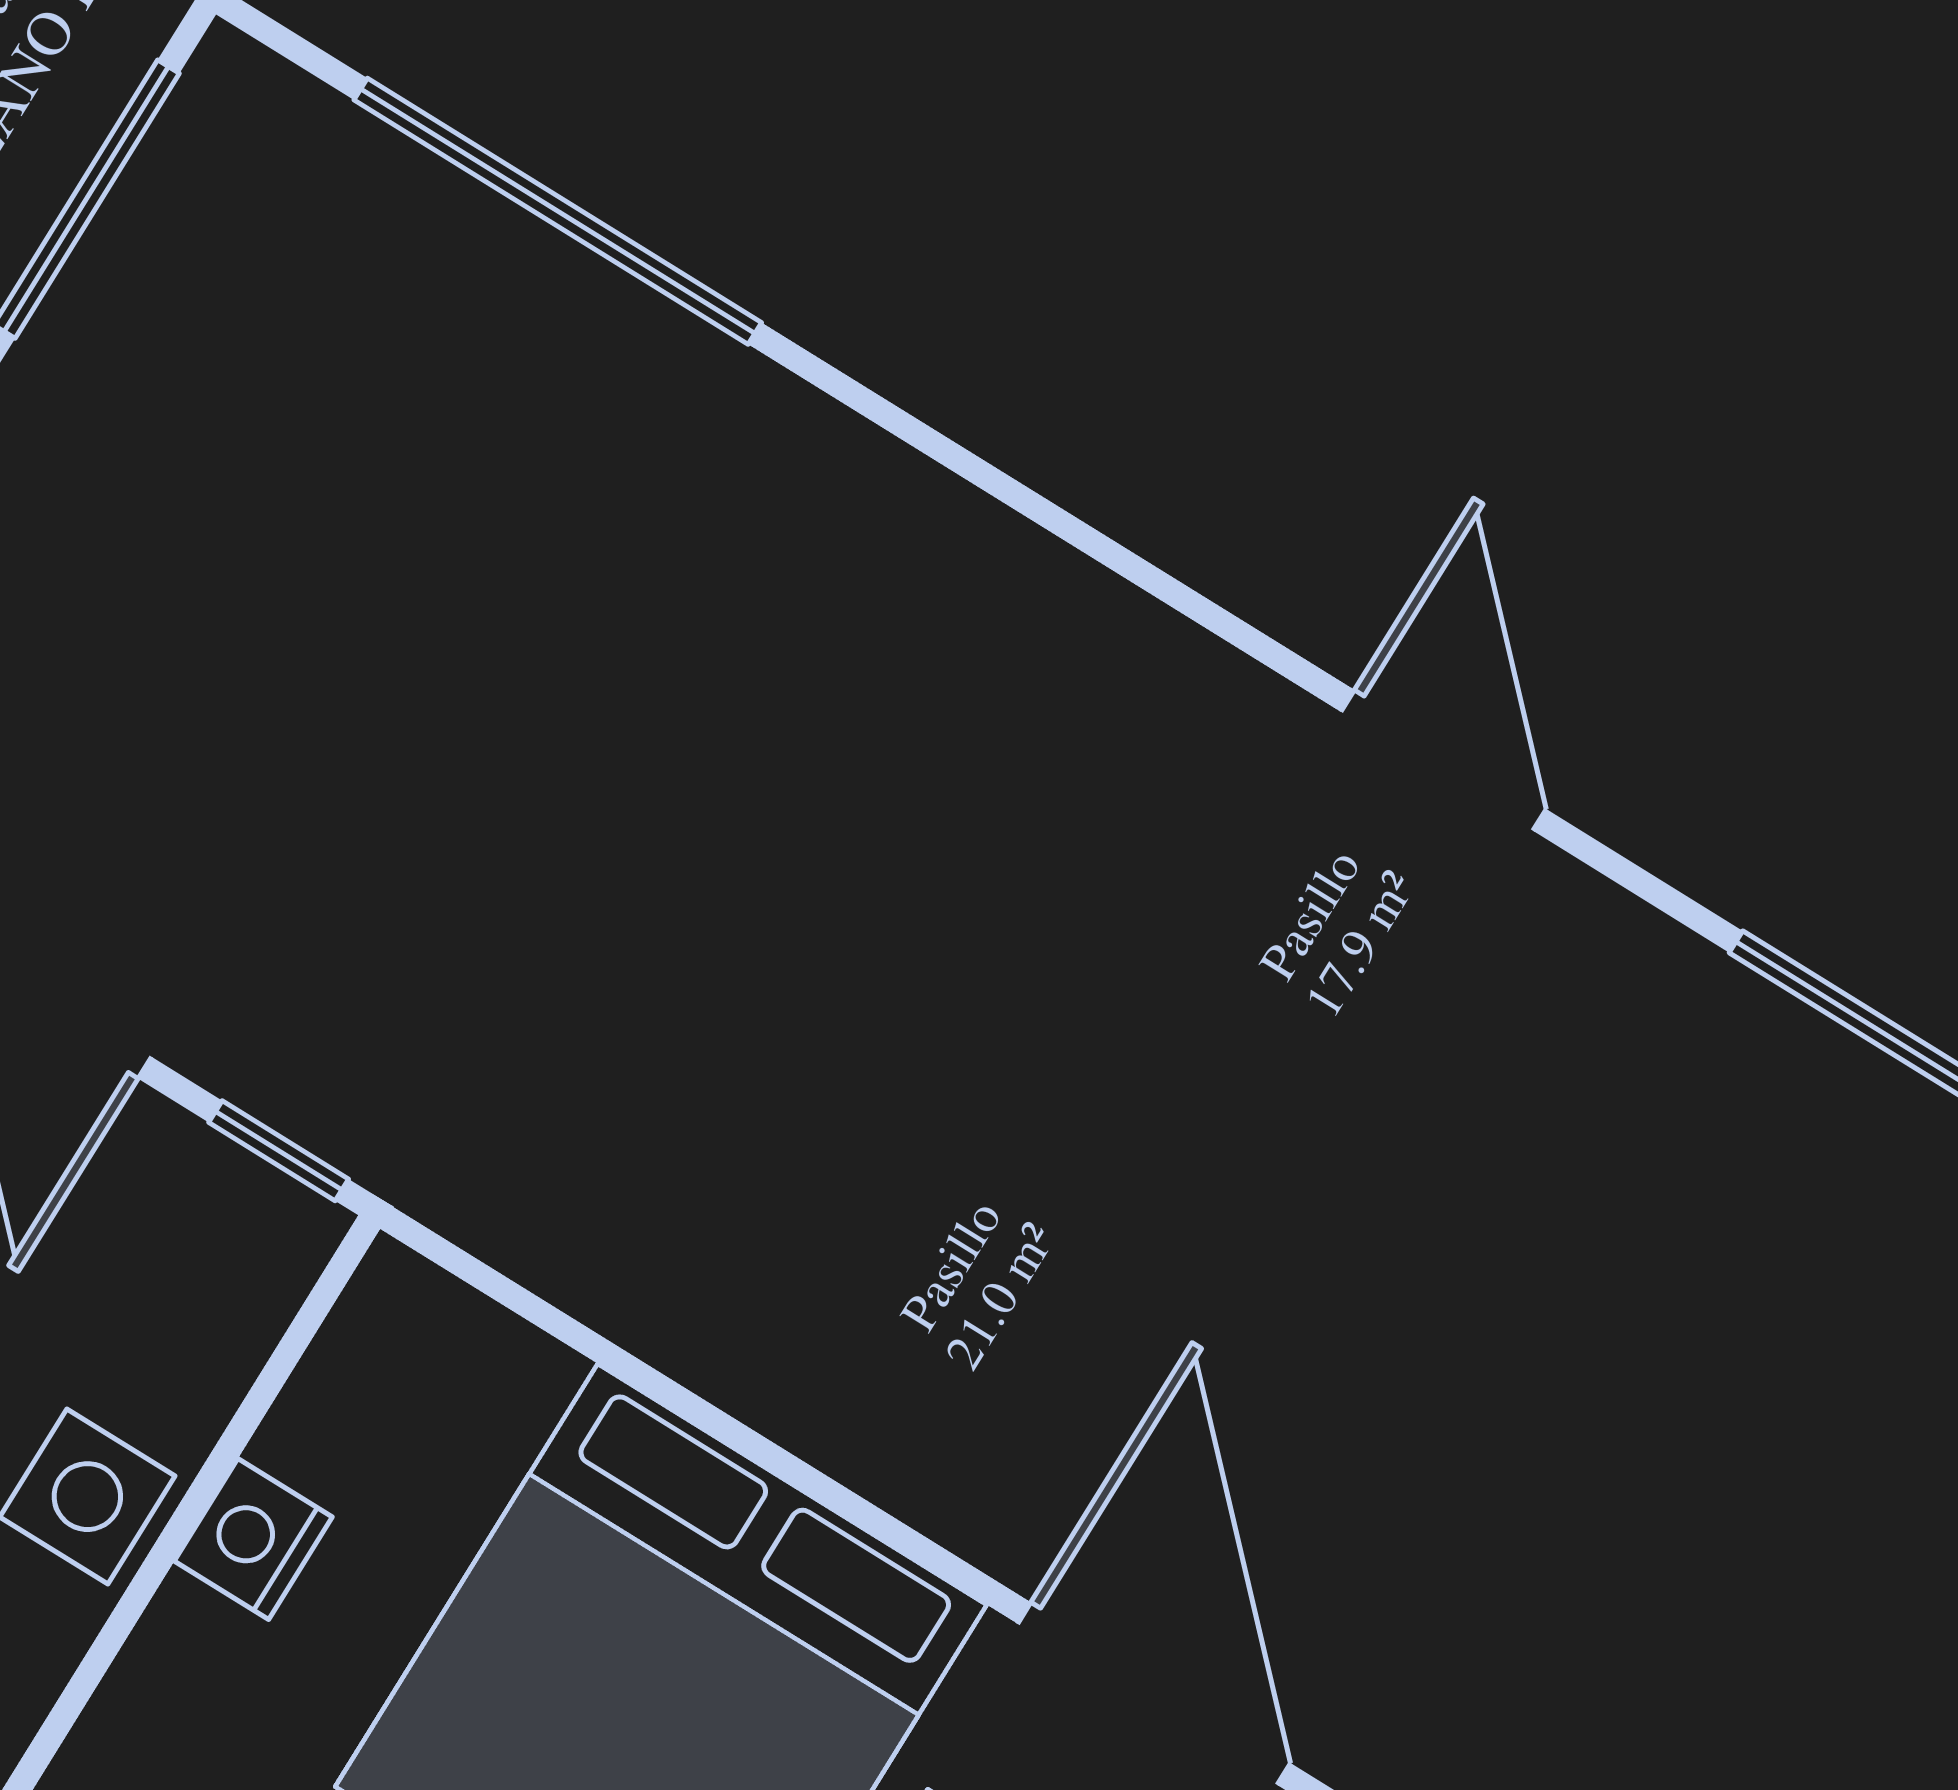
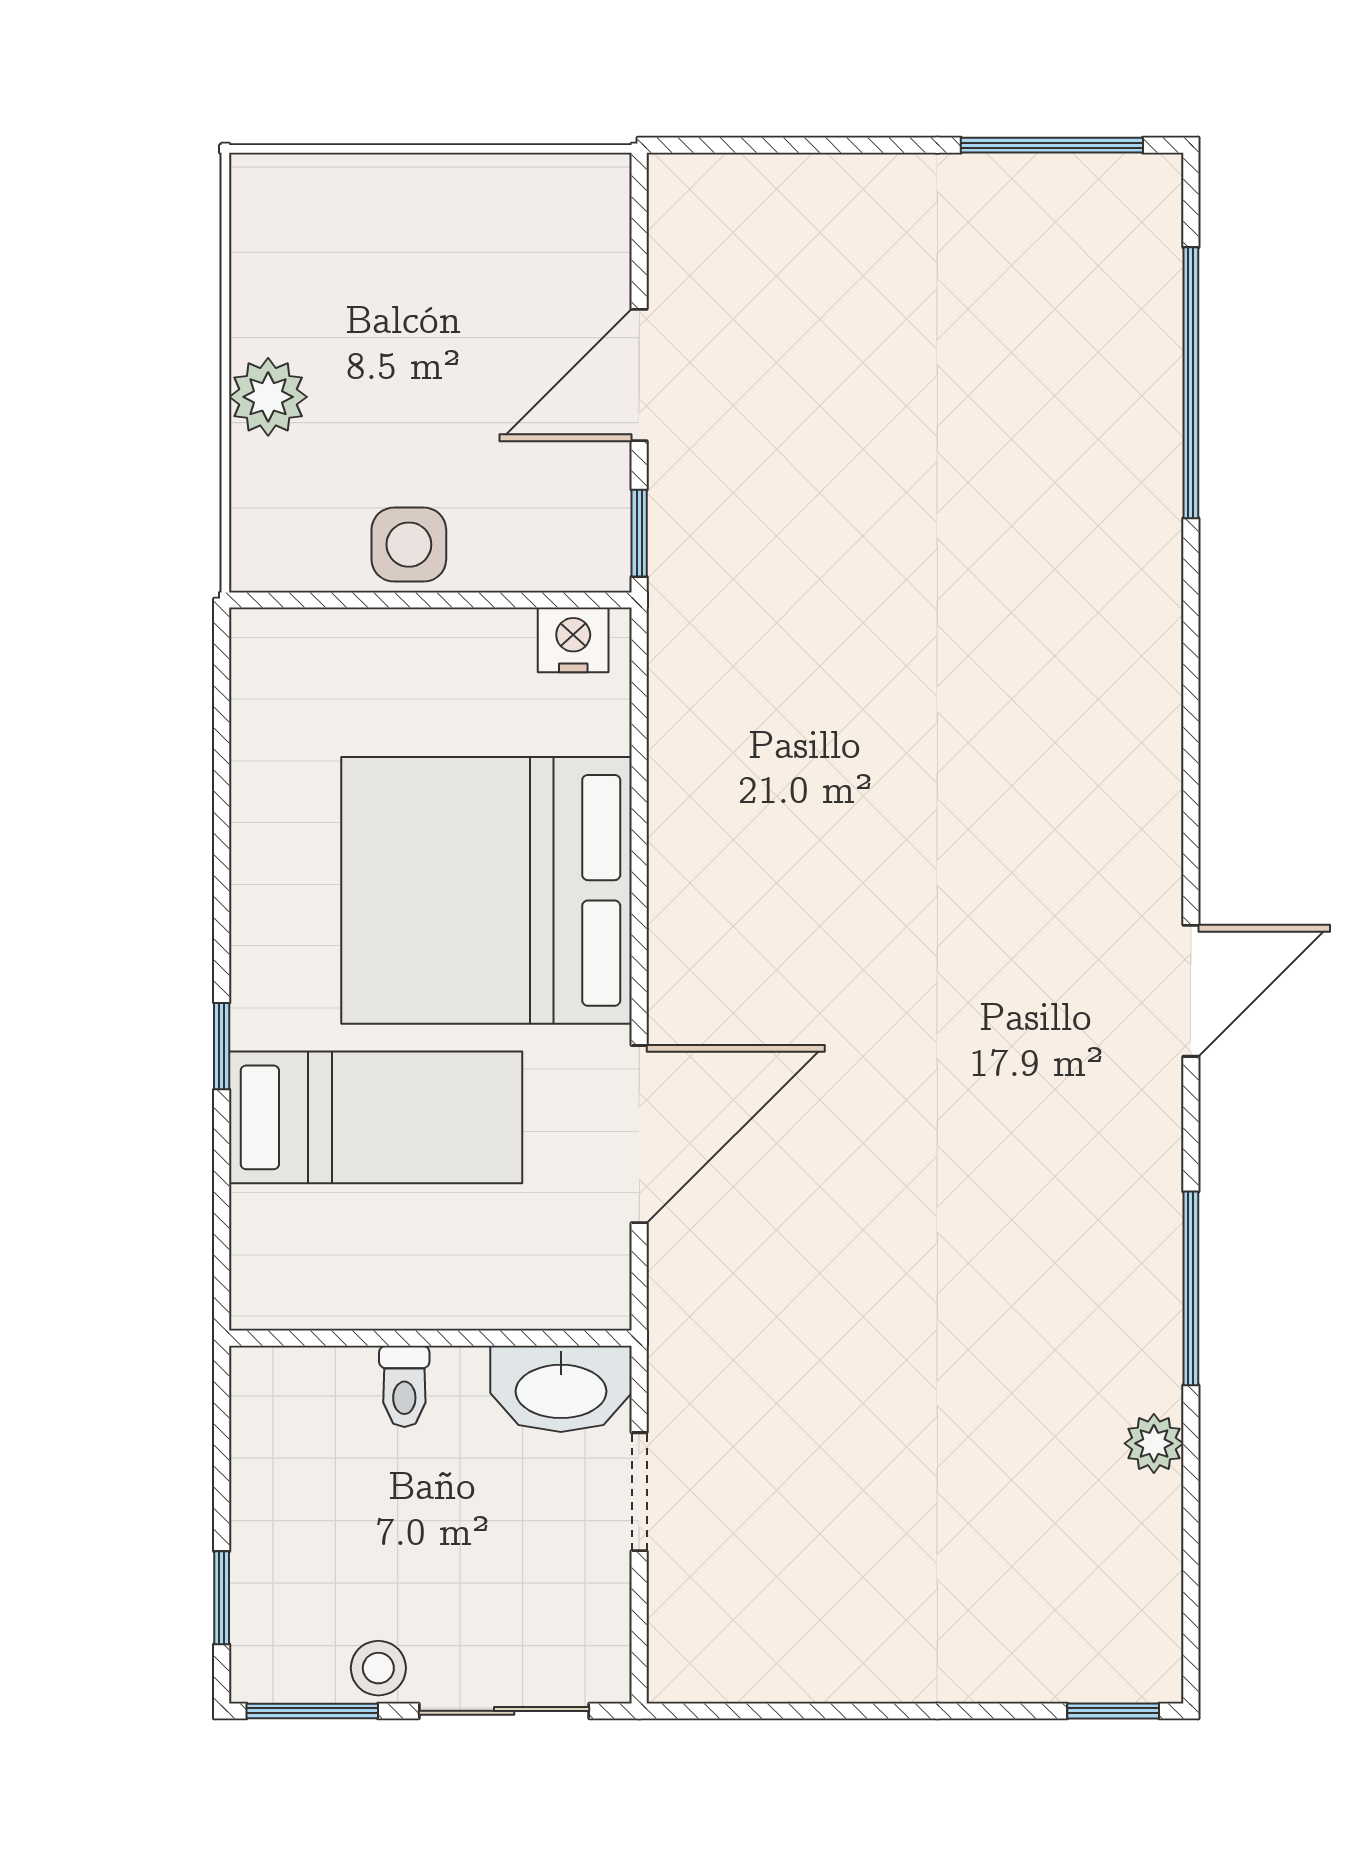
nightstand: (253, 1539) -> (573, 640), moved

